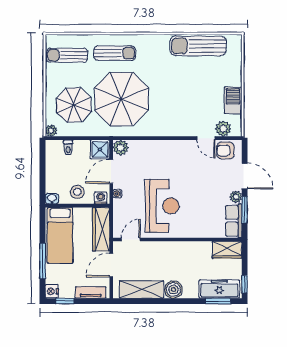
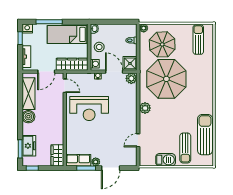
sun lounger: (115, 53) -> (185, 148), moved
plant: (223, 129) -> (145, 108), moved
armchair: (226, 150) -> (129, 154), removed
door: (111, 265) -> (46, 72), swing flipped
freezer: (219, 289) -> (29, 146), width x0.71

